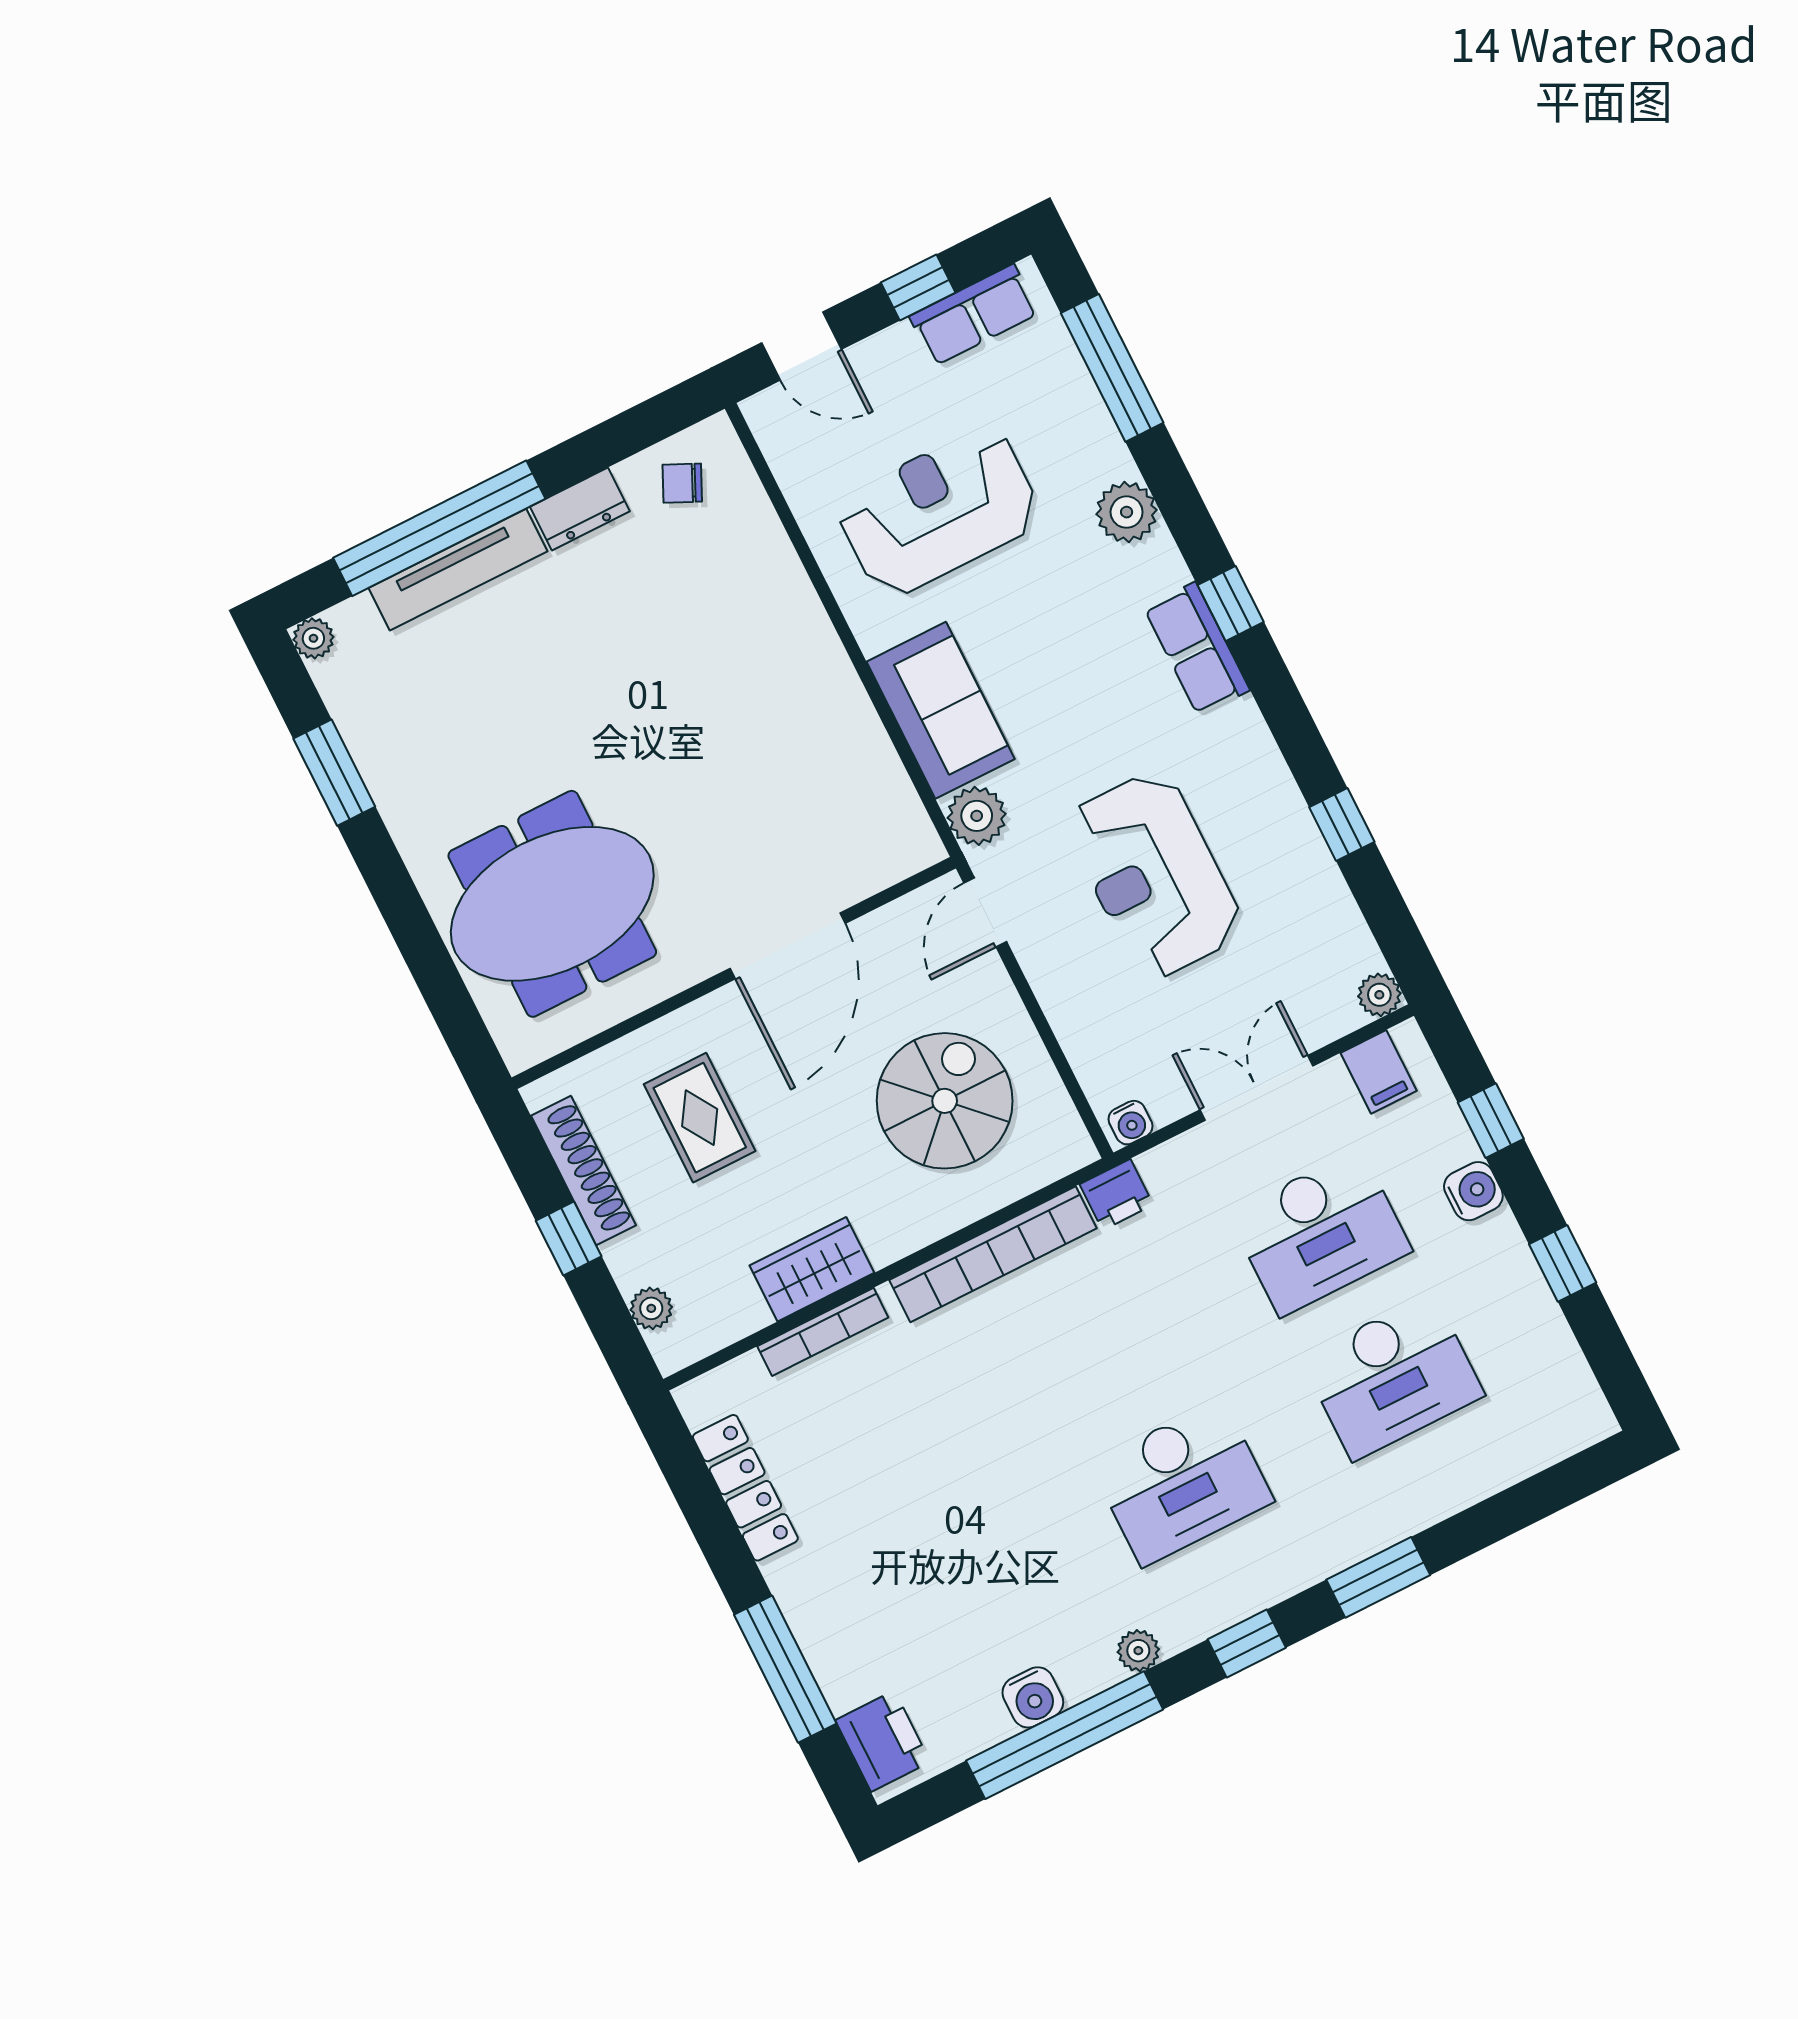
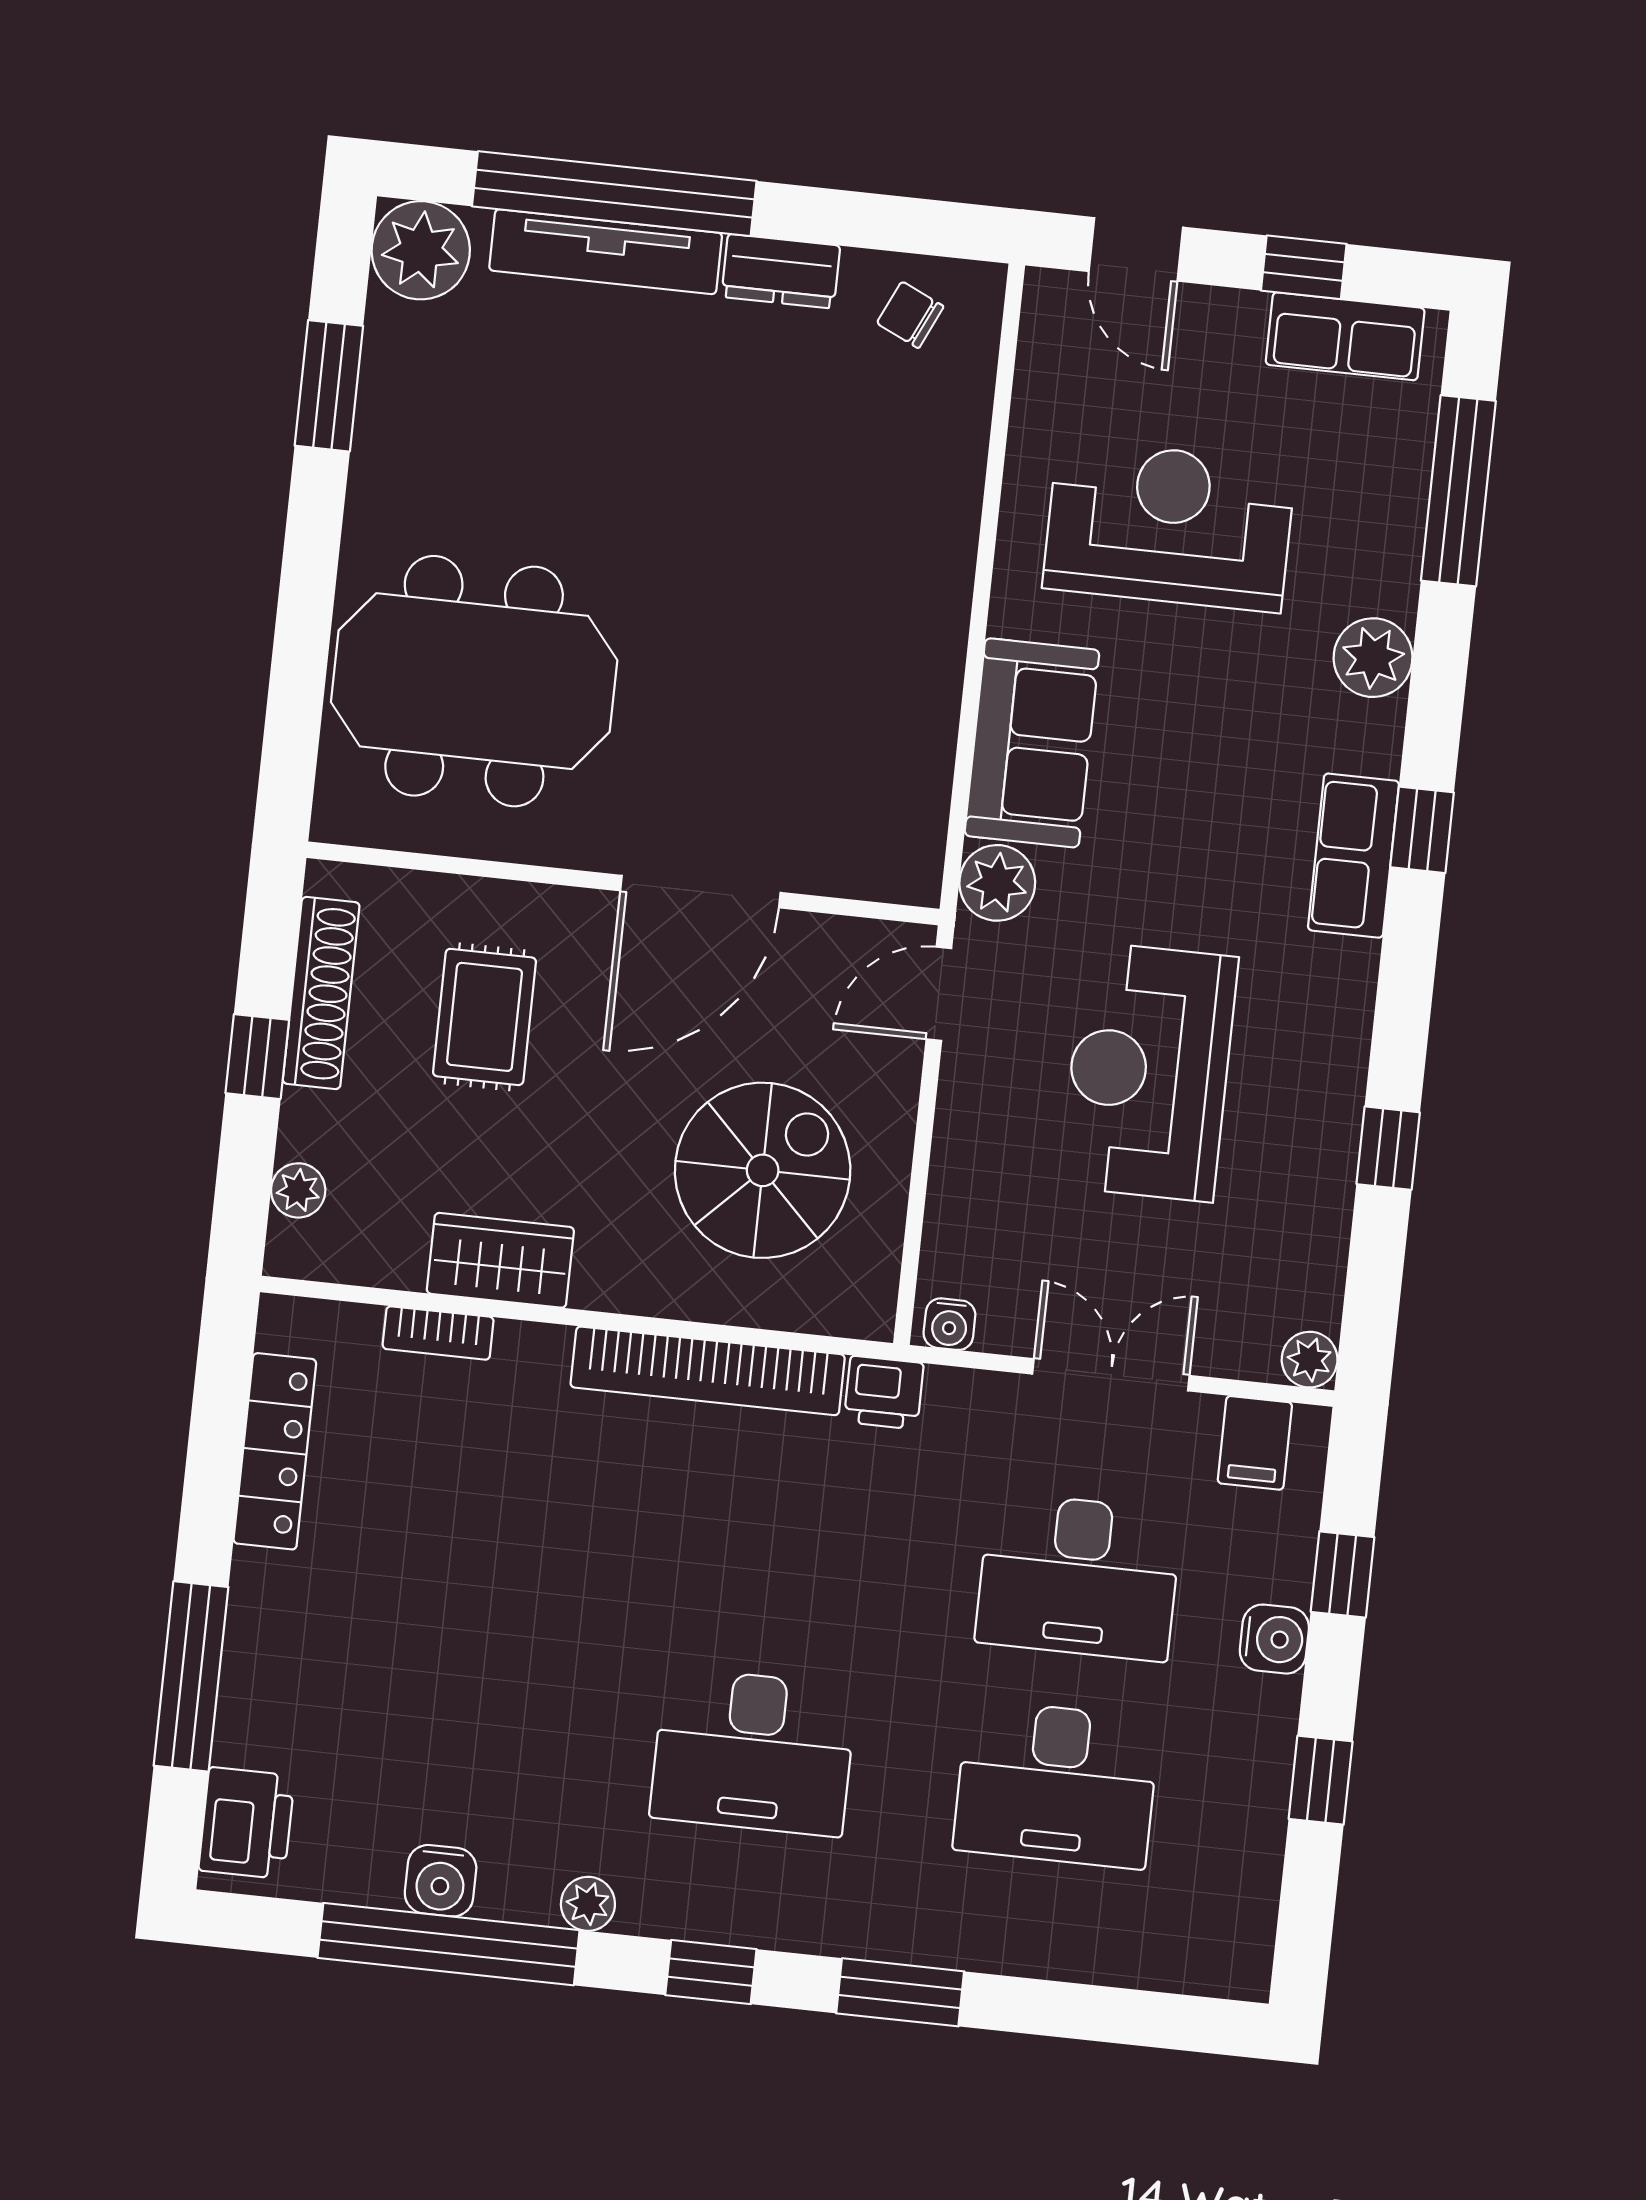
plant: (313, 638) -> (421, 250), width x1.87, depth x1.87
bookcase: (823, 1332) -> (438, 1333), width x0.64

